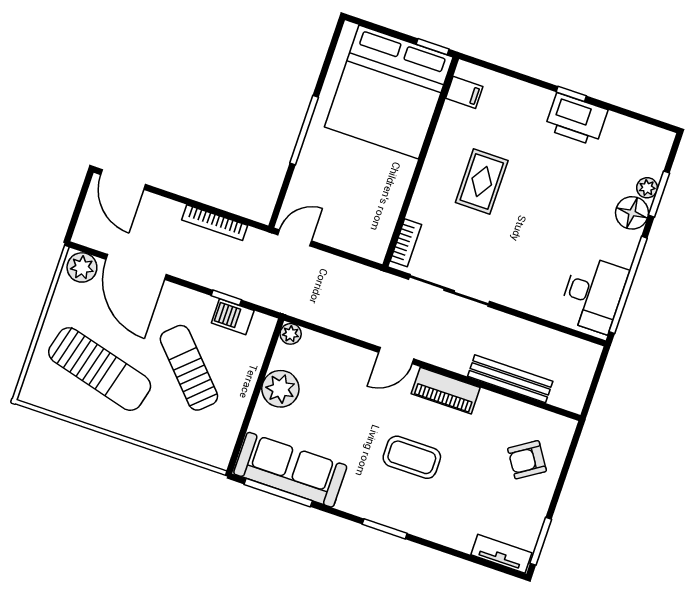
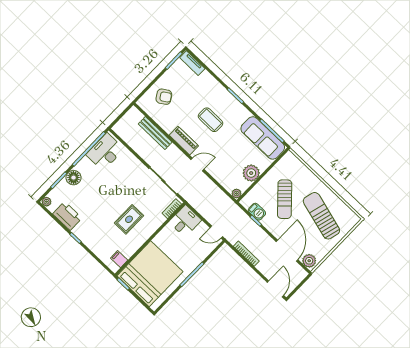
printer: (576, 119) -> (67, 216), moved
plant: (647, 188) -> (46, 202), moved
desk: (367, 231) -> (185, 221), added

